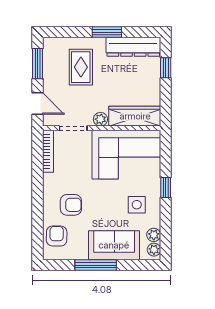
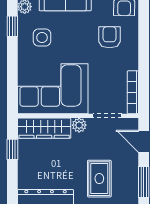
window: (166, 68) -> (12, 149), moved
window: (166, 187) -> (12, 26), moved
armchair: (71, 205) -> (110, 37), turned 90

